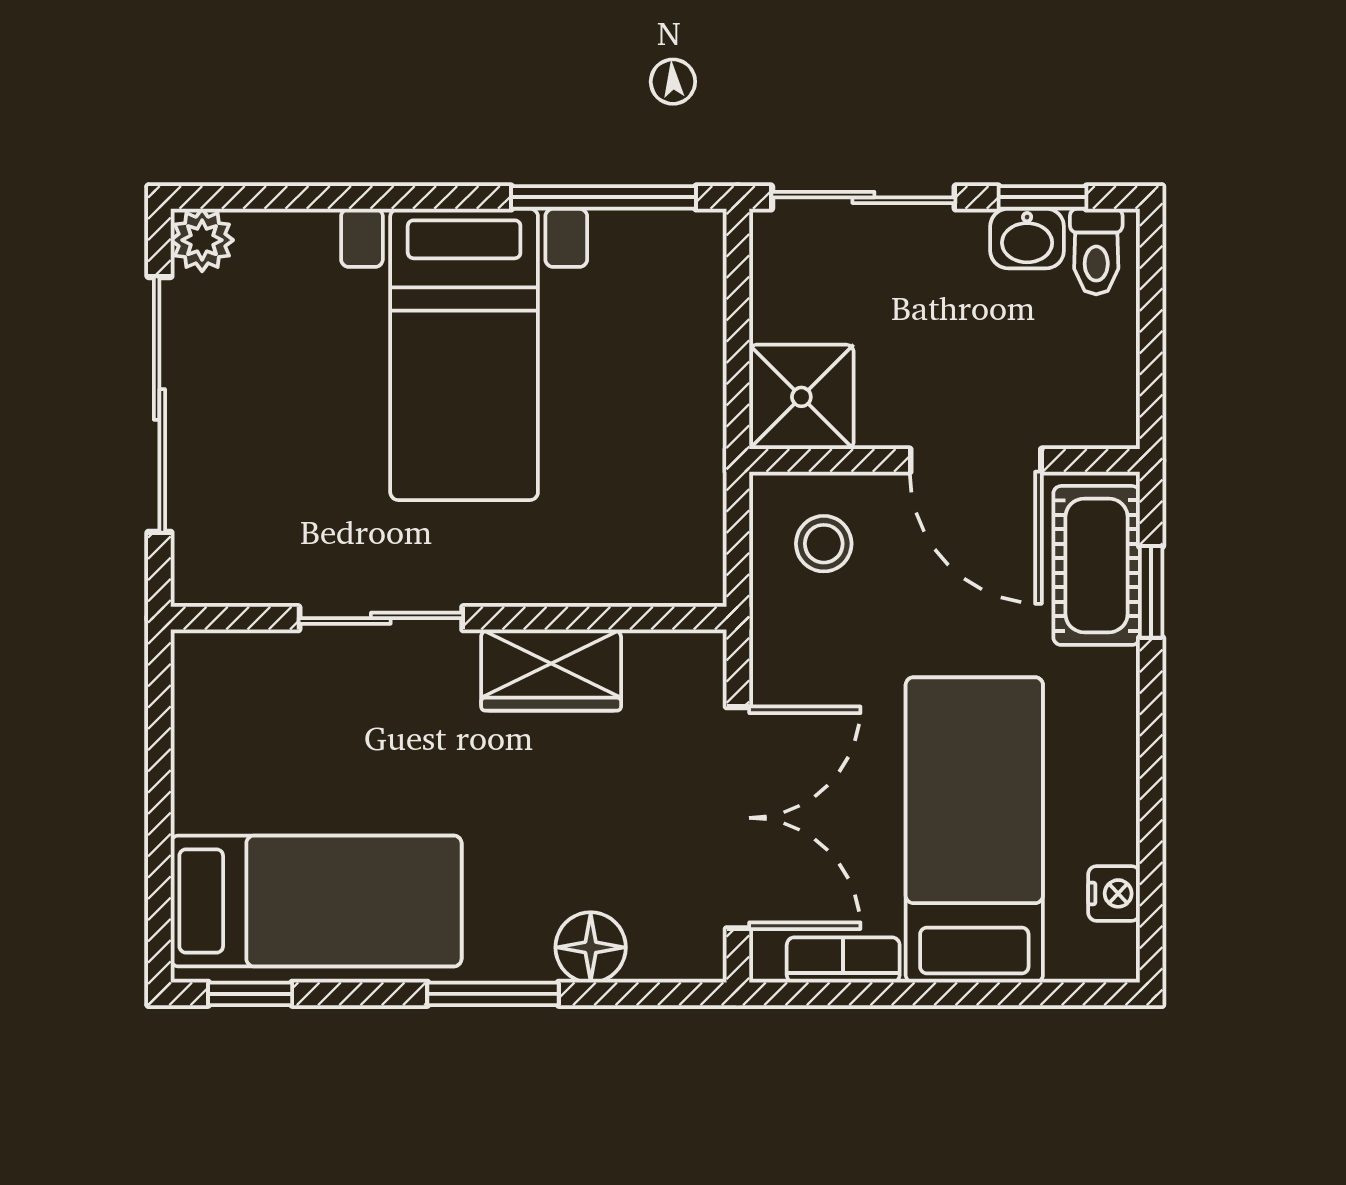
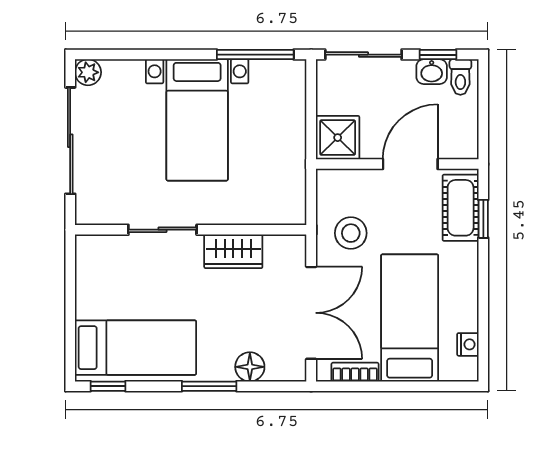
door: (976, 460) -> (410, 164), swing flipped
stool: (824, 544) -> (351, 233), moved, width x1.37, depth x1.37

